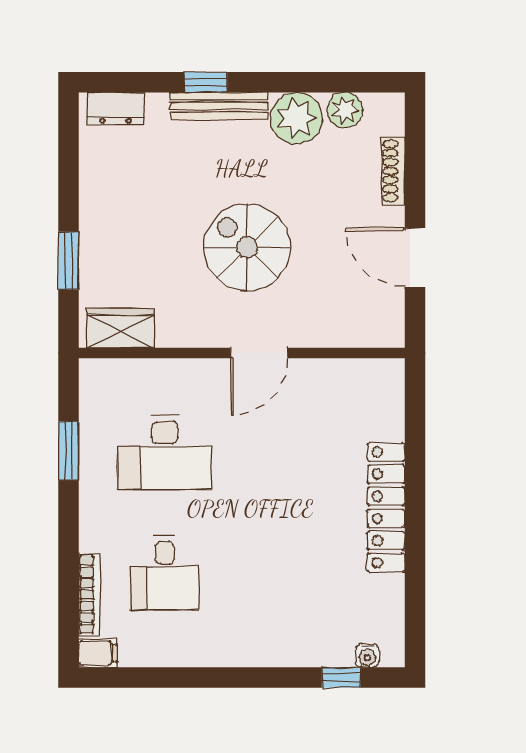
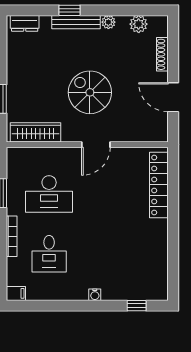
plant: (296, 118) -> (108, 22), width x0.53, depth x0.53
wardrobe: (121, 328) -> (36, 132), width x1.50
locker: (386, 507) -> (159, 185), moved
bookcase: (89, 595) -> (12, 236), moved
water cooler: (367, 656) -> (95, 295), moved

